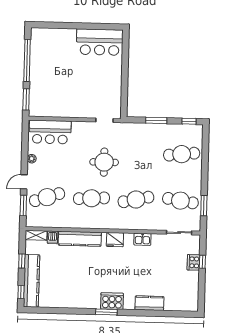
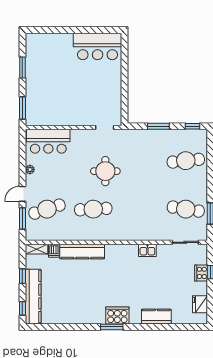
window: (27, 60) -> (22, 67), width x0.47
cafe table: (136, 199) -> (140, 209), removed
fridge: (115, 240) -> (200, 304), moved, turned 90

